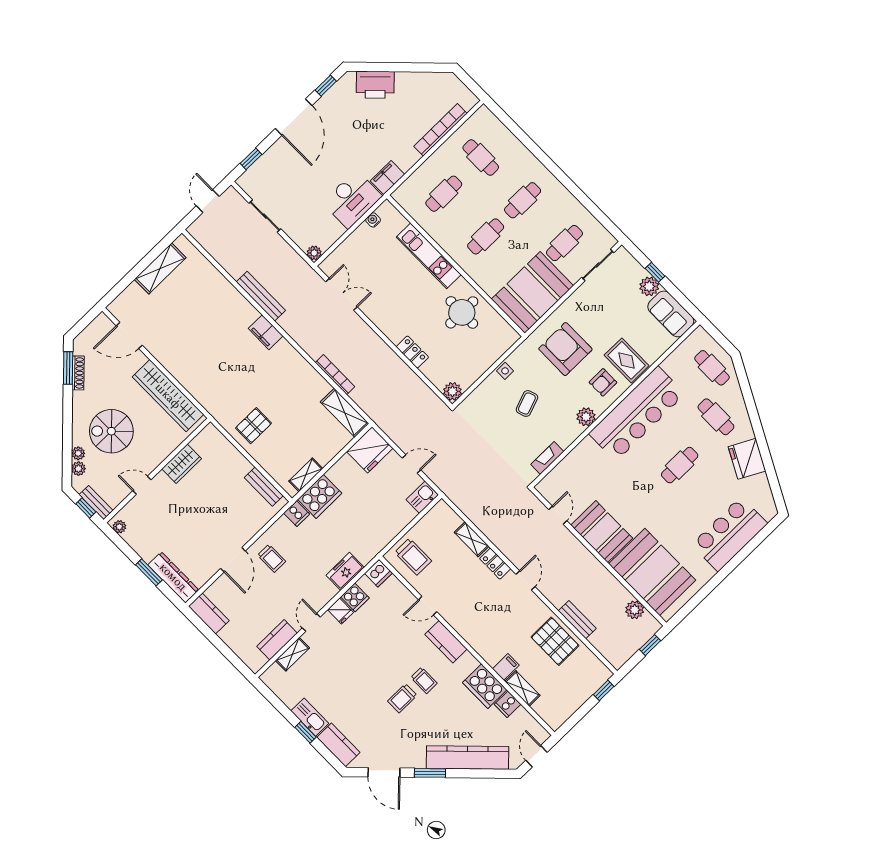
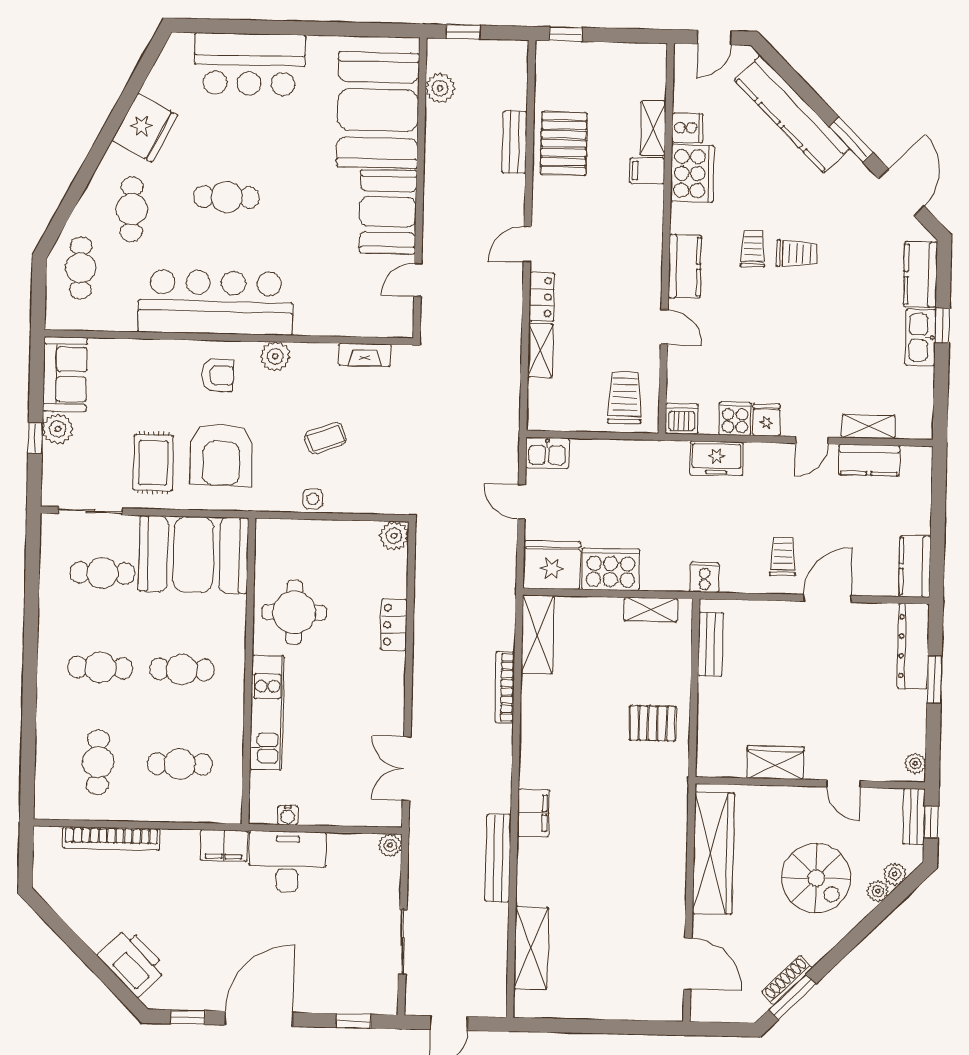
shelving: (160, 268) -> (531, 948), moved, turned 90
rug: (627, 360) -> (153, 463), moved
cooker: (320, 496) -> (611, 569), moved

